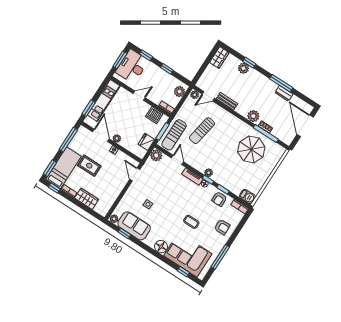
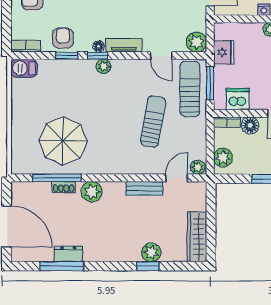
wardrobe: (219, 57) -> (197, 237), width x1.50
window: (281, 83) -> (62, 266), moved
floor lamp: (156, 99) -> (250, 125), added

